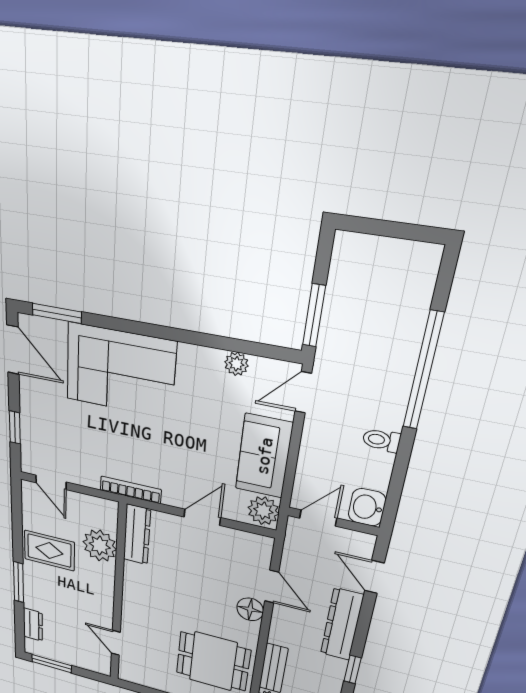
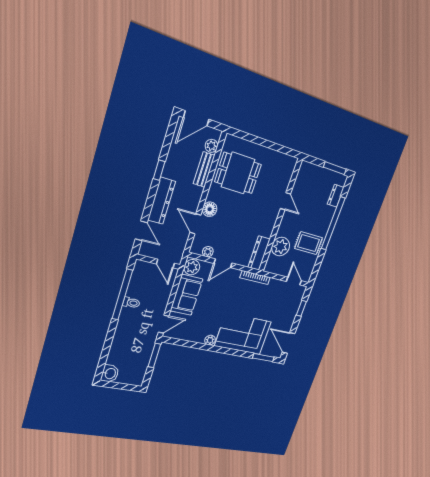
plant: (236, 364) -> (210, 340), moved
window: (423, 371) -> (122, 295), moved
washbasin: (367, 507) -> (110, 373), moved
door: (318, 518) -> (165, 264), hinge flipped
plant: (237, 539) -> (208, 252), added
window: (19, 582) -> (333, 223), width x2.11
door: (116, 643) -> (285, 201), moved

